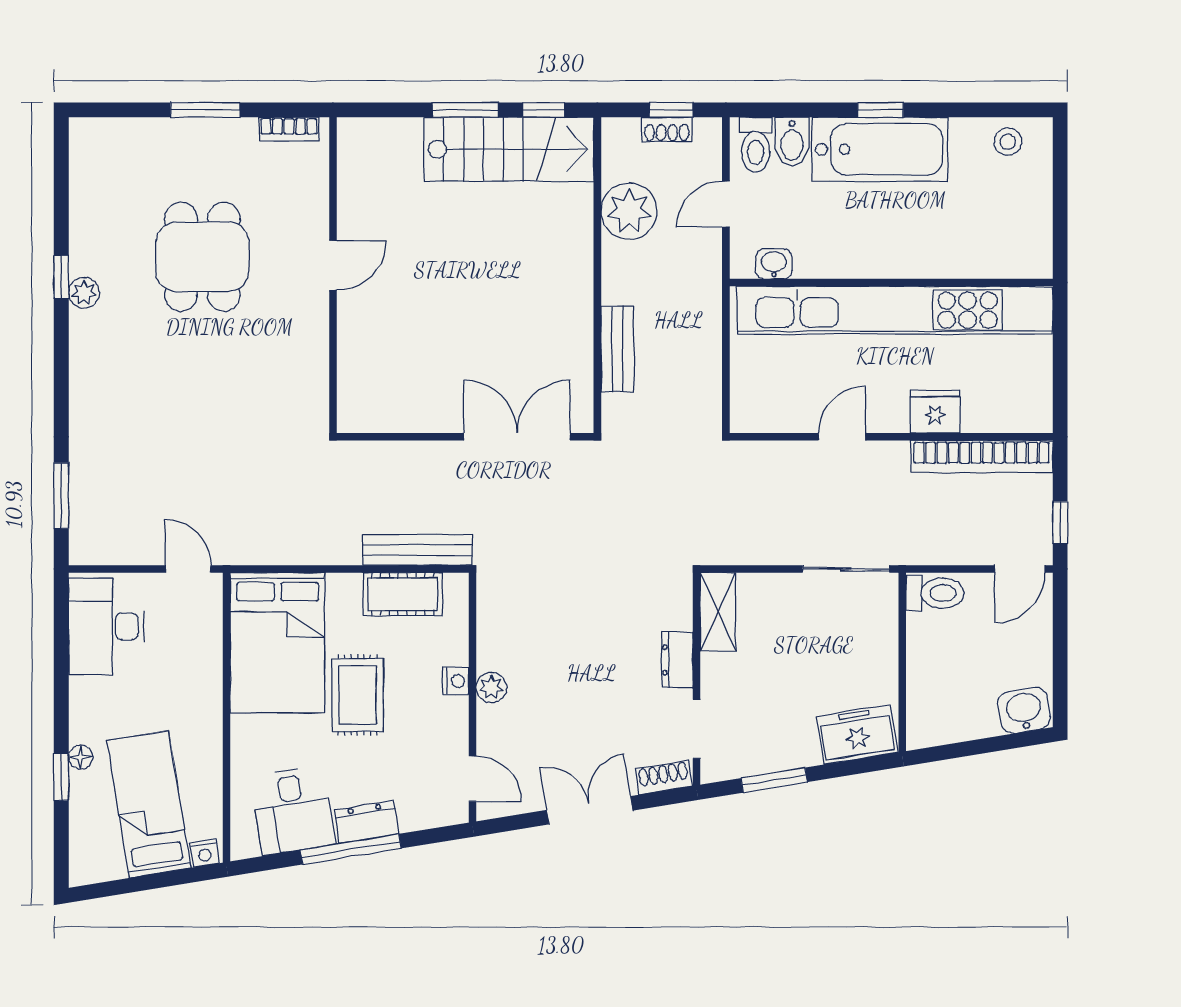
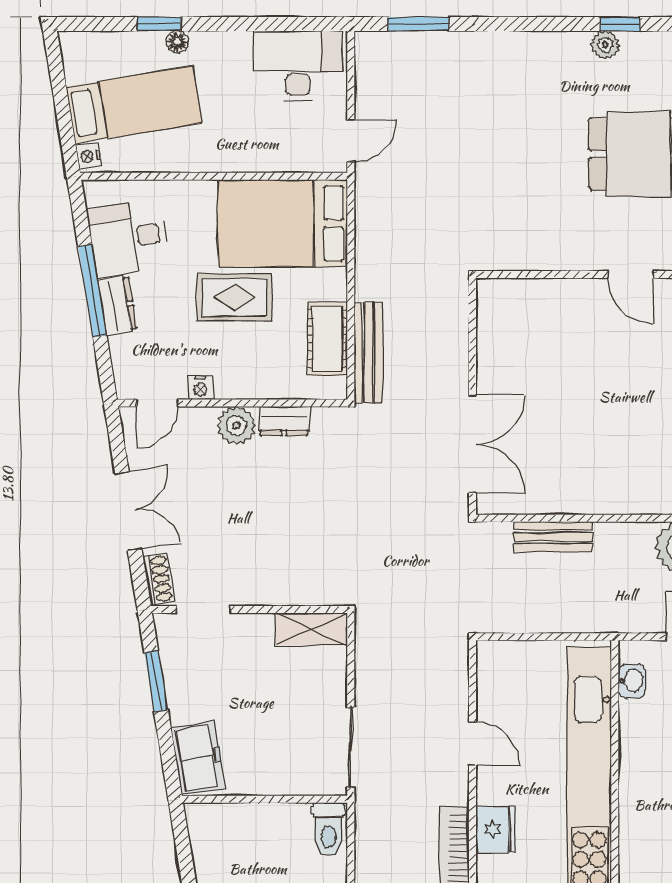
dresser: (677, 660) -> (284, 421), moved, turned 180
nightstand: (456, 681) -> (200, 388), moved
plant: (491, 687) -> (236, 426), width x1.38, depth x1.38

